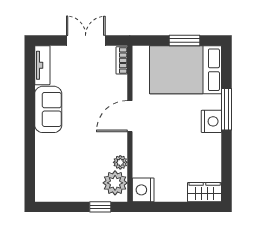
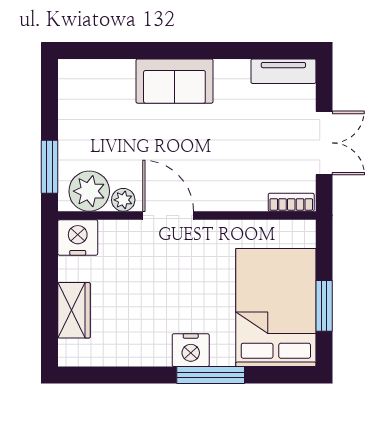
sofa: (48, 109) -> (174, 81), moved
door: (130, 116) -> (168, 216), moved
wardrobe: (205, 192) -> (74, 310), moved
window: (100, 207) -> (50, 167), width x1.50

